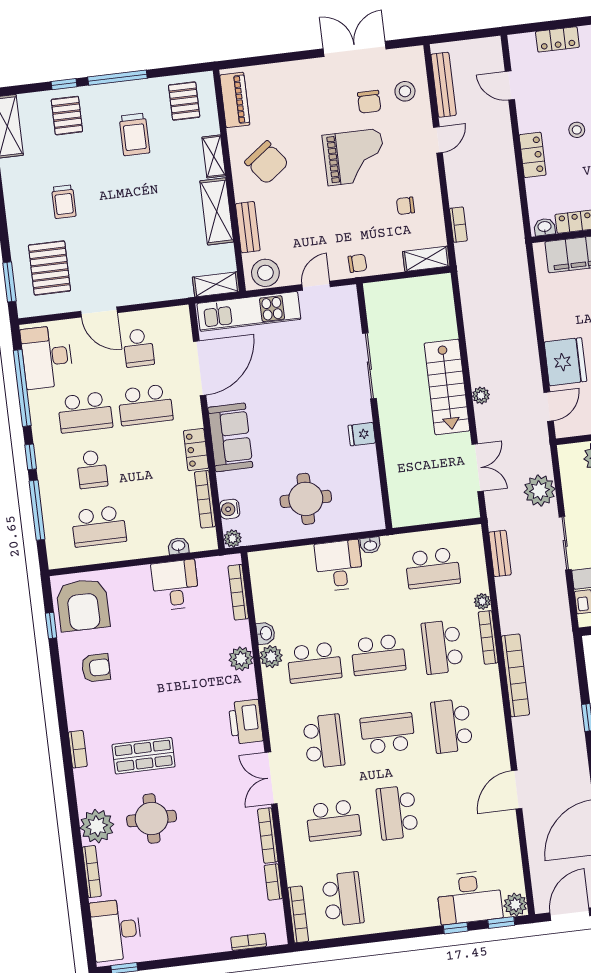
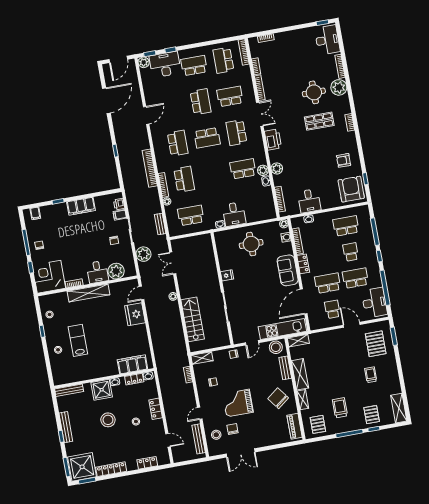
stairs: (447, 387) -> (193, 319), moved
school desk: (378, 655) -> (194, 66), moved

